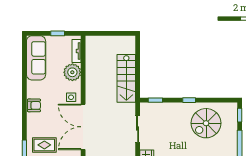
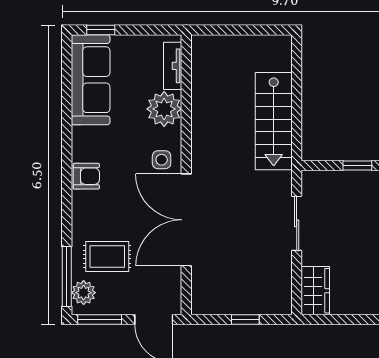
window: (58, 33) -> (101, 30), moved
window: (155, 100) -> (357, 166), moved

